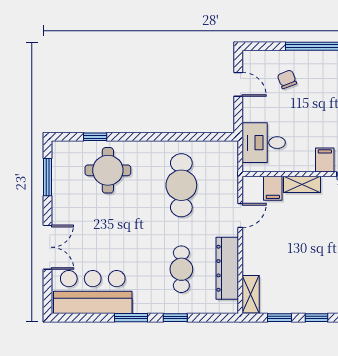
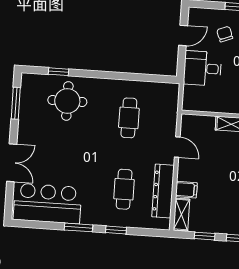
door: (238, 84) -> (183, 35), hinge flipped
desk: (264, 143) -> (203, 68), moved
cafe table: (181, 185) -> (129, 118), width x0.73, depth x0.74
filing cabinet: (273, 188) -> (186, 190), moved, turned -90
door: (240, 216) -> (177, 147), hinge flipped

